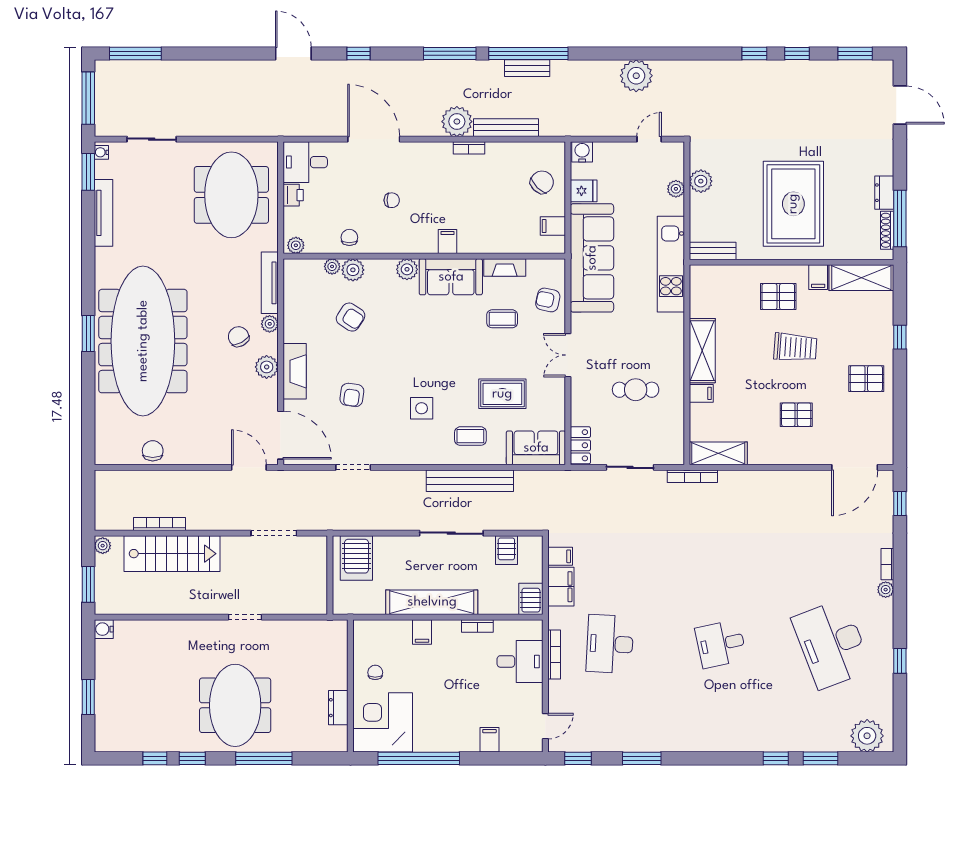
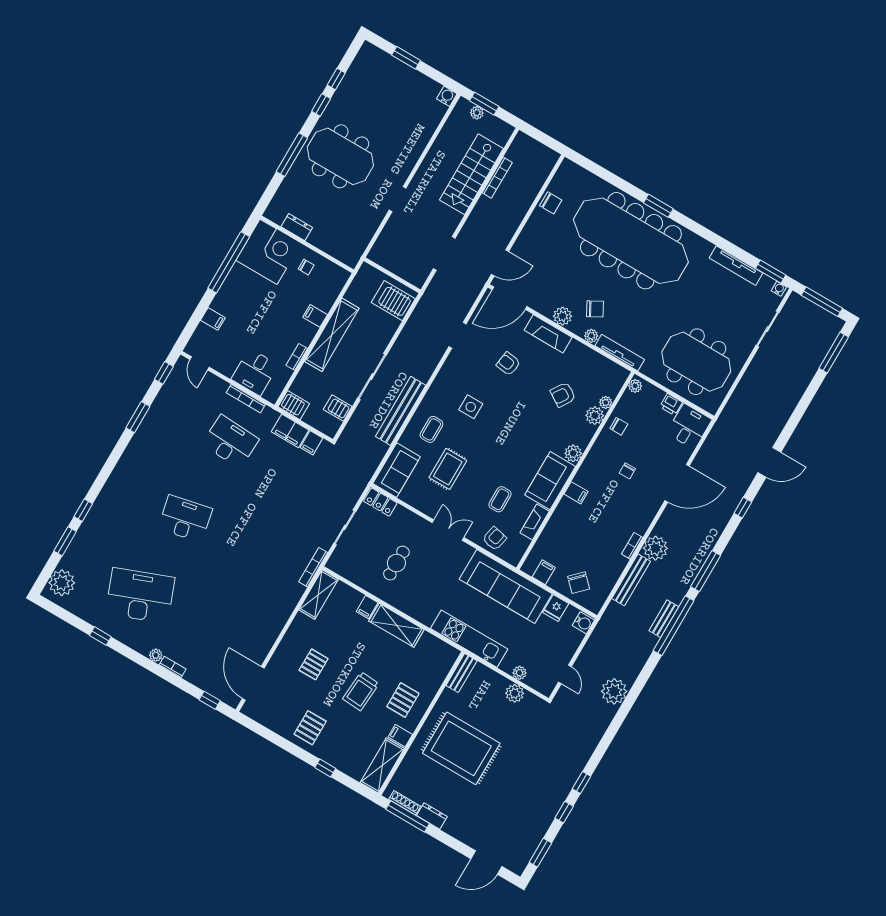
plant: (103, 546) -> (477, 113), moved
desk: (721, 644) -> (185, 519), width x1.37

